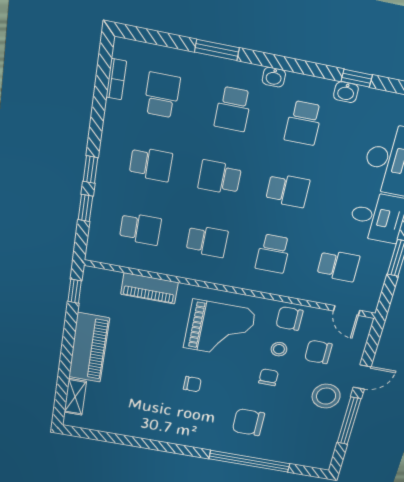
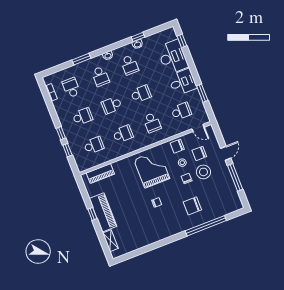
piano: (149, 288) -> (100, 174), moved
window: (75, 291) -> (92, 214), moved
grand piano: (219, 329) -> (152, 169), turned -90
stool: (326, 396) -> (203, 172), moved

